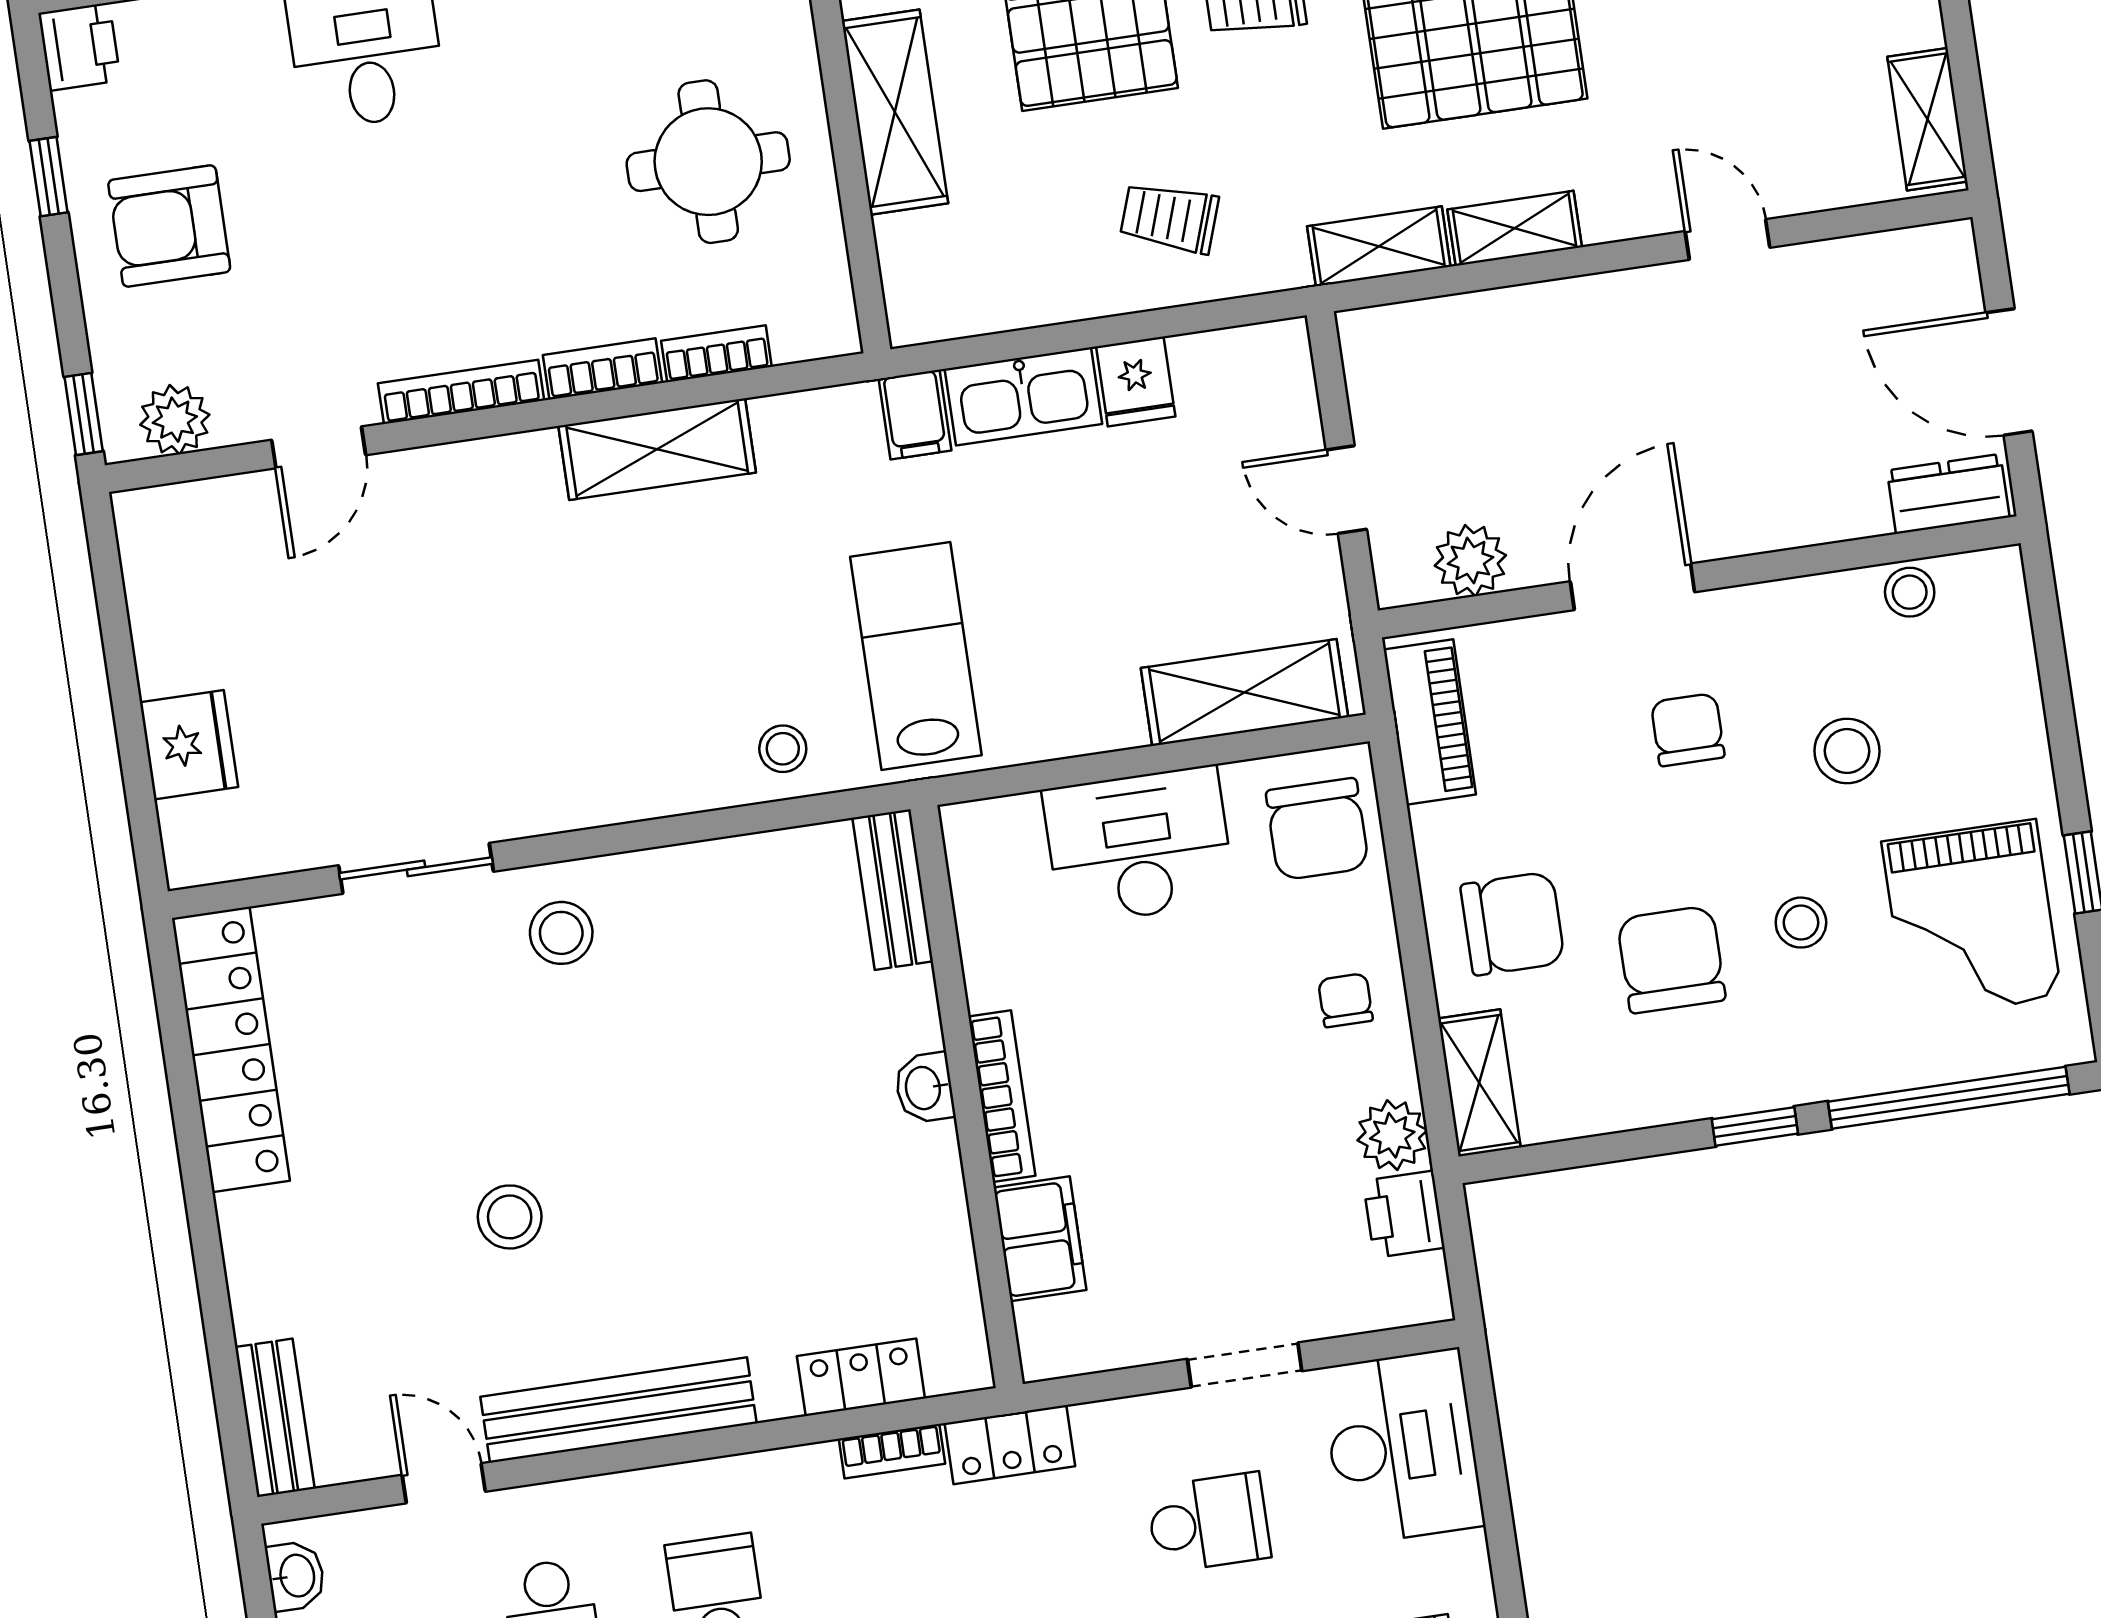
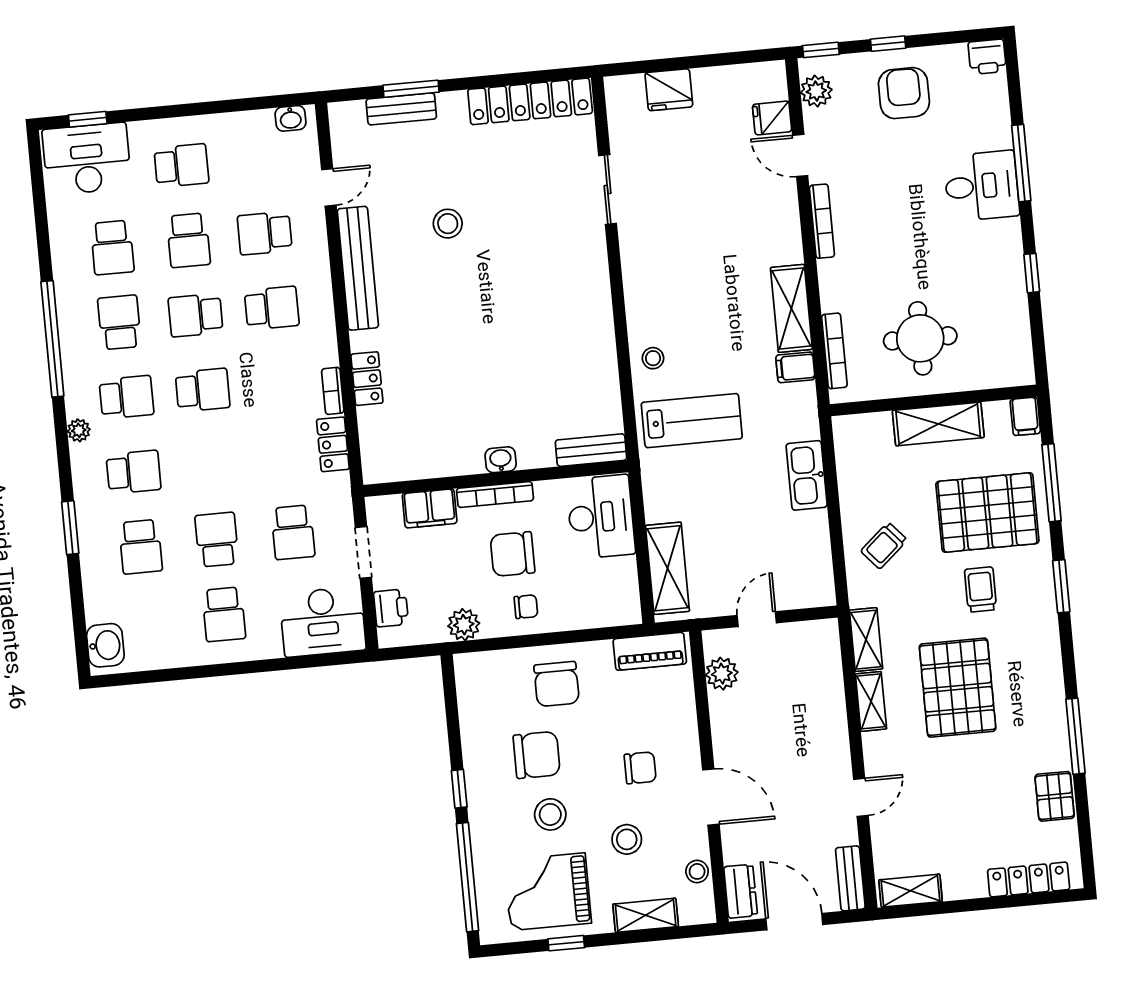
window: (49, 177) -> (888, 44), moved
trolley: (1169, 218) -> (884, 546), turned -150
bench: (1907, 254) -> (850, 878), added
bookcase: (716, 354) -> (834, 351), width x1.56
bookcase: (602, 369) -> (829, 286), removed
door: (2009, 372) -> (794, 922), hinge flipped
fridge: (1136, 381) -> (772, 118), moved
filing cabinet: (915, 414) -> (795, 367), moved
door: (1633, 587) -> (711, 797), moved
chair: (1317, 829) -> (513, 554), moved
bench: (893, 889) -> (591, 450), moved
stool: (1801, 923) -> (550, 814), width x1.37, depth x1.37
stool: (561, 933) -> (575, 254), removed
shelving: (1479, 1083) -> (646, 915), moved
washbasin: (924, 1088) -> (501, 460), moved
bookcase: (1002, 1096) -> (495, 494), moved
wall: (967, 1097) -> (496, 479), moved
printer: (1404, 1214) -> (391, 608), moved, turned 90
filing cabinet: (1040, 1239) -> (430, 508), moved
window: (216, 1314) -> (411, 89), added
bench: (275, 1418) -> (401, 109), moved

